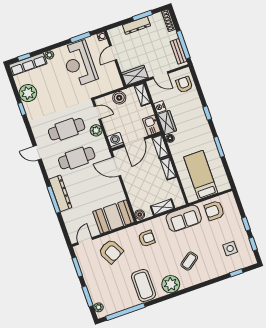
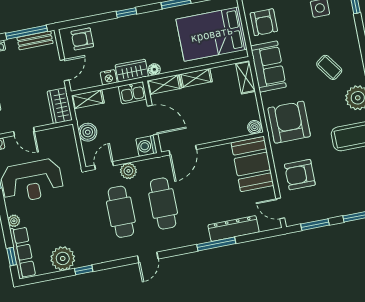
bed: (201, 175) -> (212, 34), width x1.50
dresser: (60, 193) -> (234, 228), moved
shelving: (163, 207) -> (245, 77), moved
armchair: (147, 238) -> (289, 122), width x1.88, depth x1.88
armchair: (111, 251) -> (300, 175), turned -152

